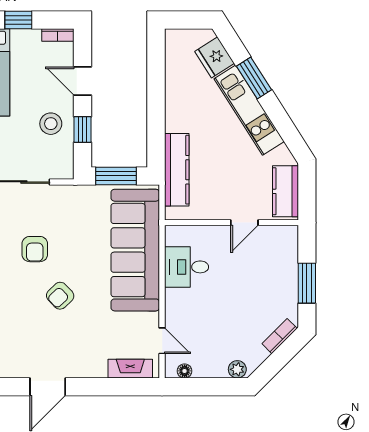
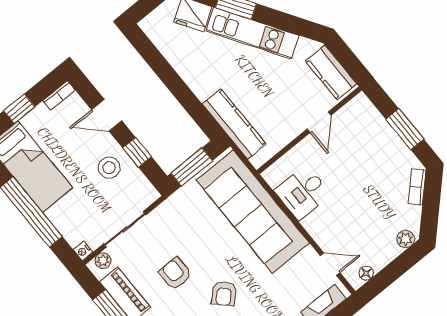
armchair: (35, 249) -> (175, 274), turned 180

